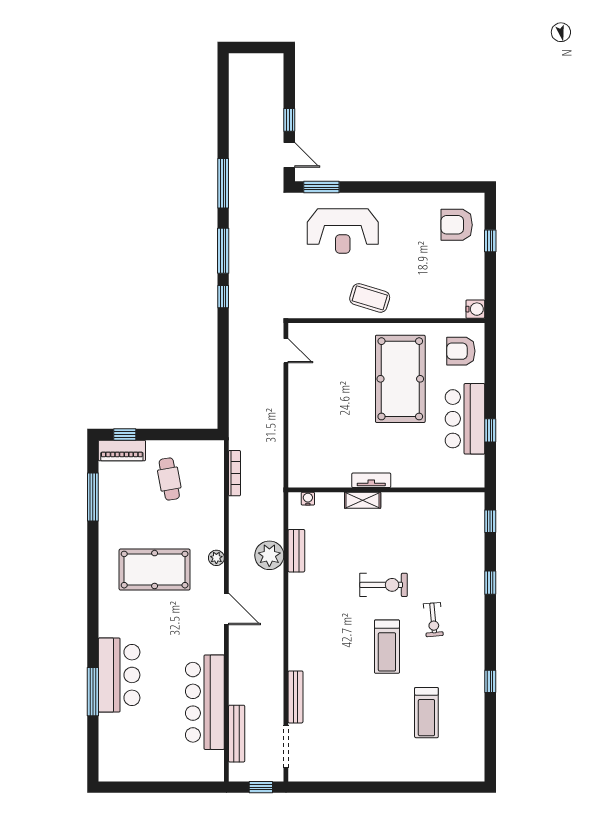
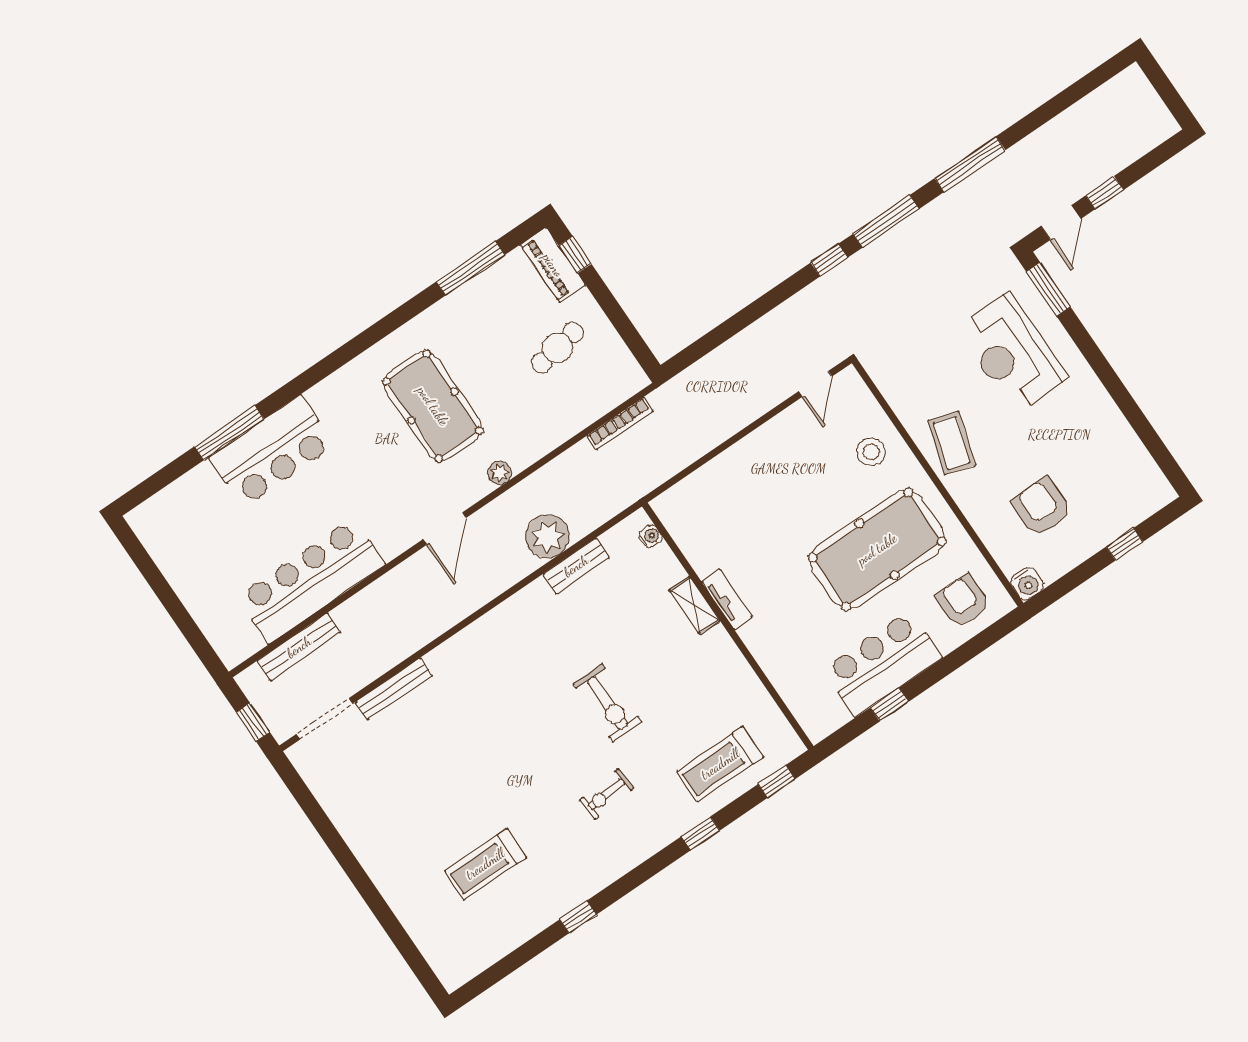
armchair: (457, 225) -> (1042, 507), moved
stool: (344, 346) -> (871, 452), added
treadmill: (387, 647) -> (720, 764), moved

